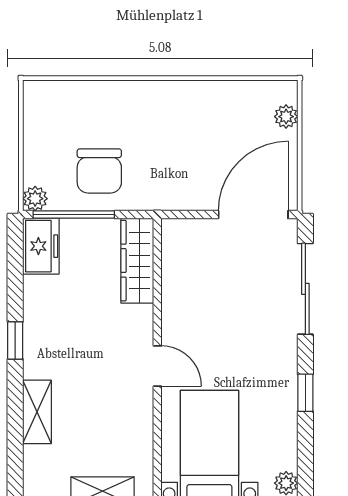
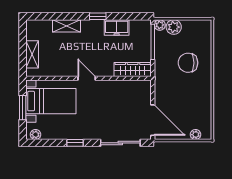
plant: (40, 167) -> (174, 27), added
chair: (99, 171) -> (188, 63), moved
freezer: (41, 246) -> (117, 27), moved
door: (157, 366) -> (87, 78), swing flipped

